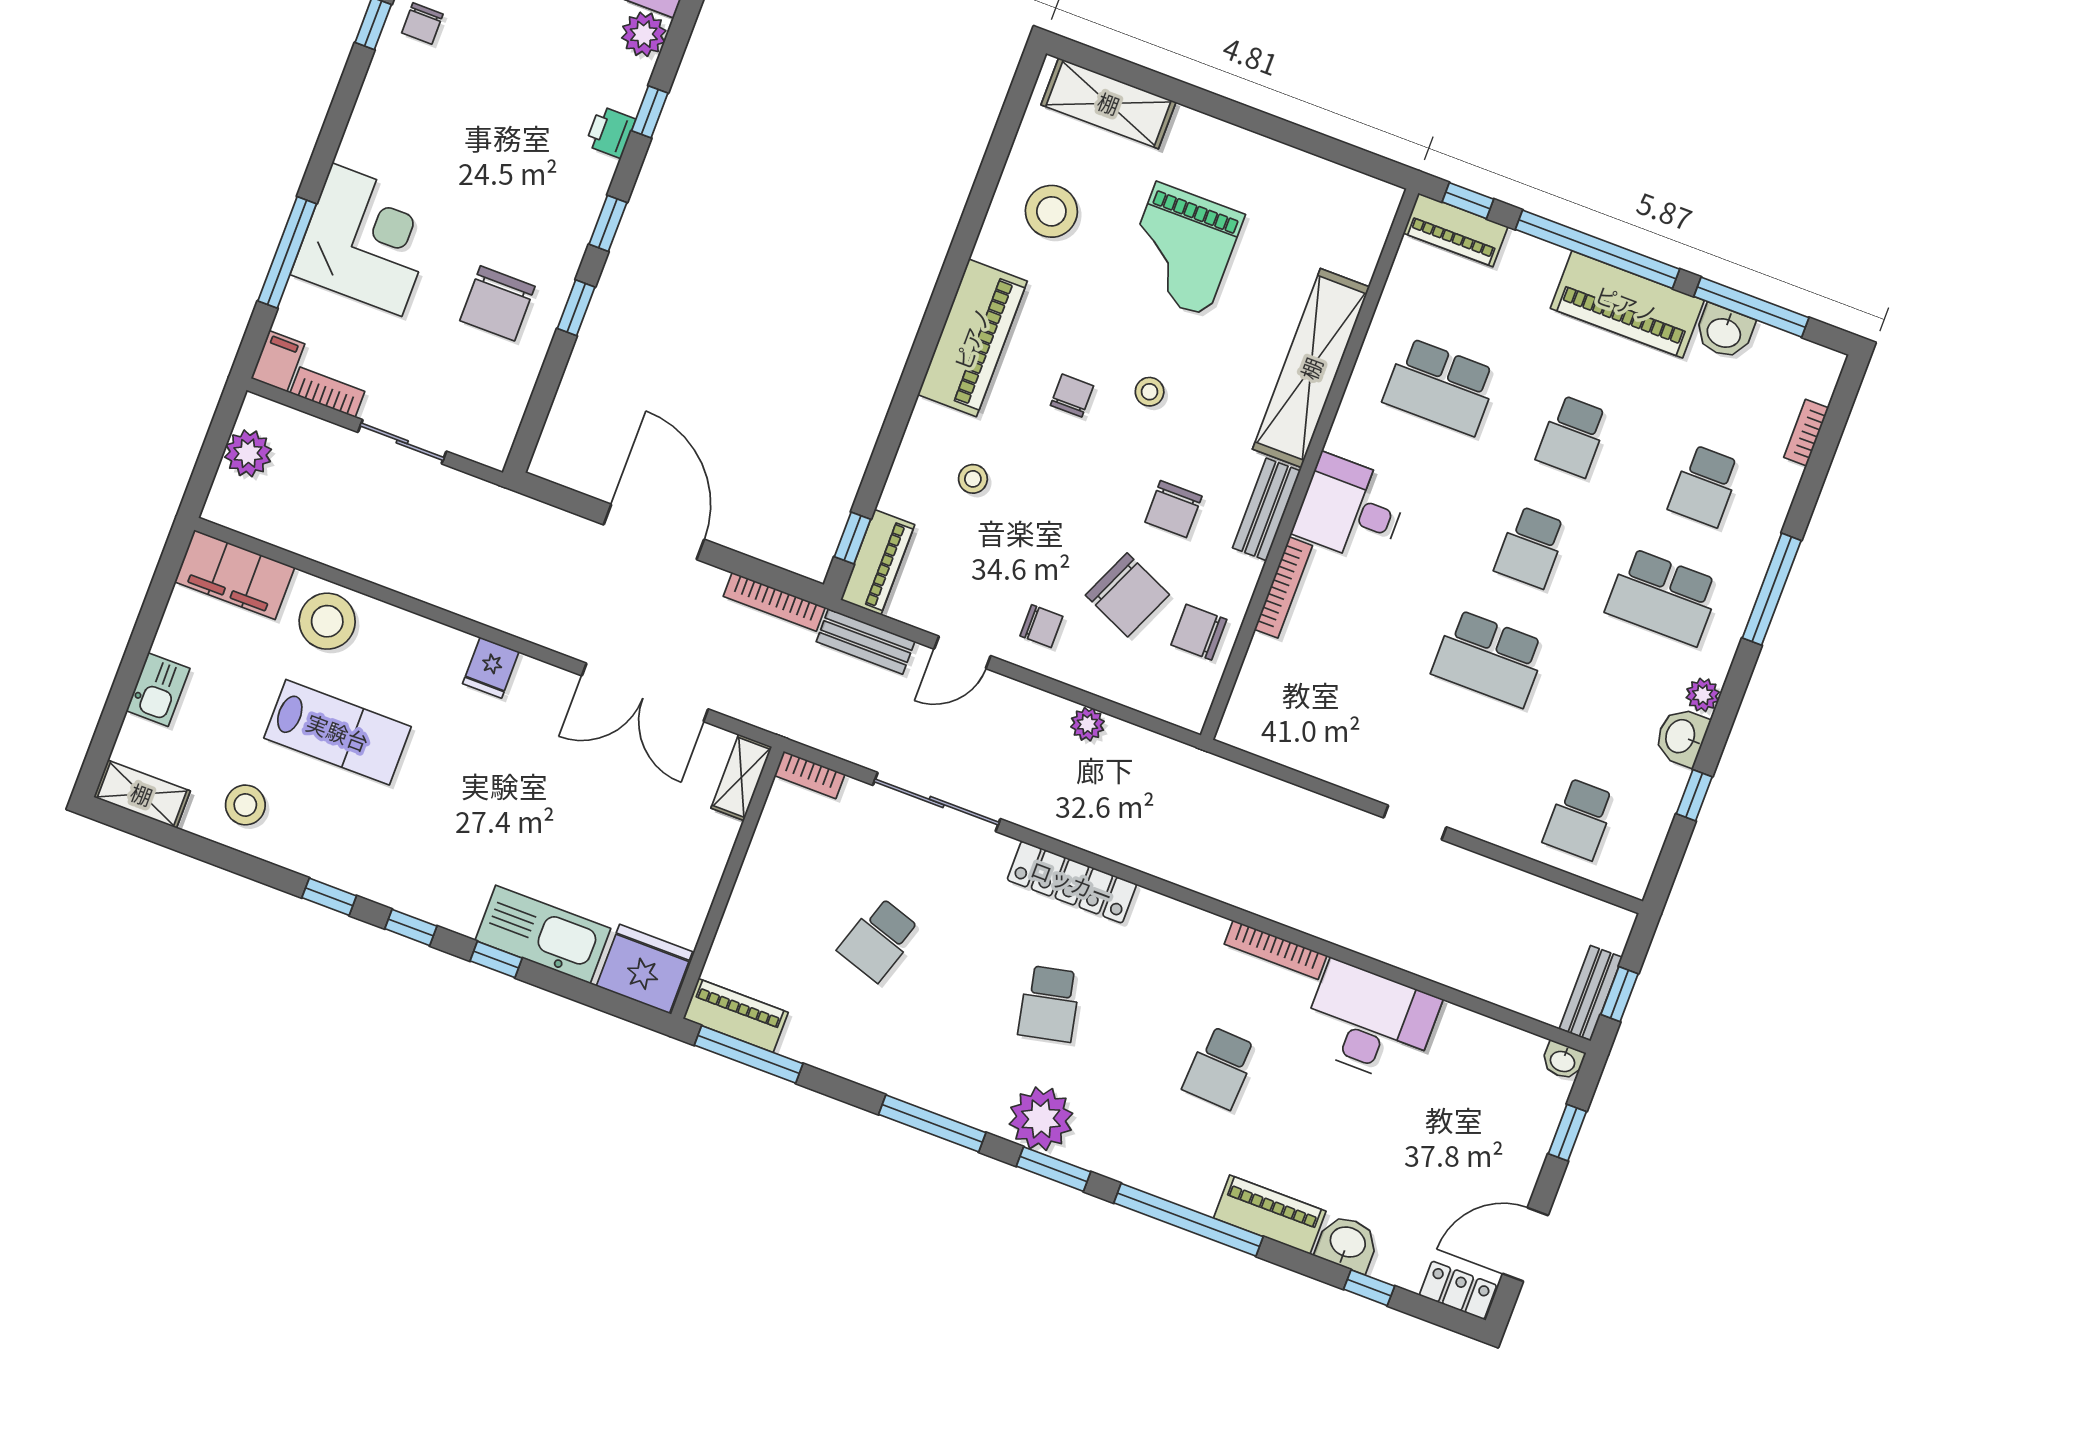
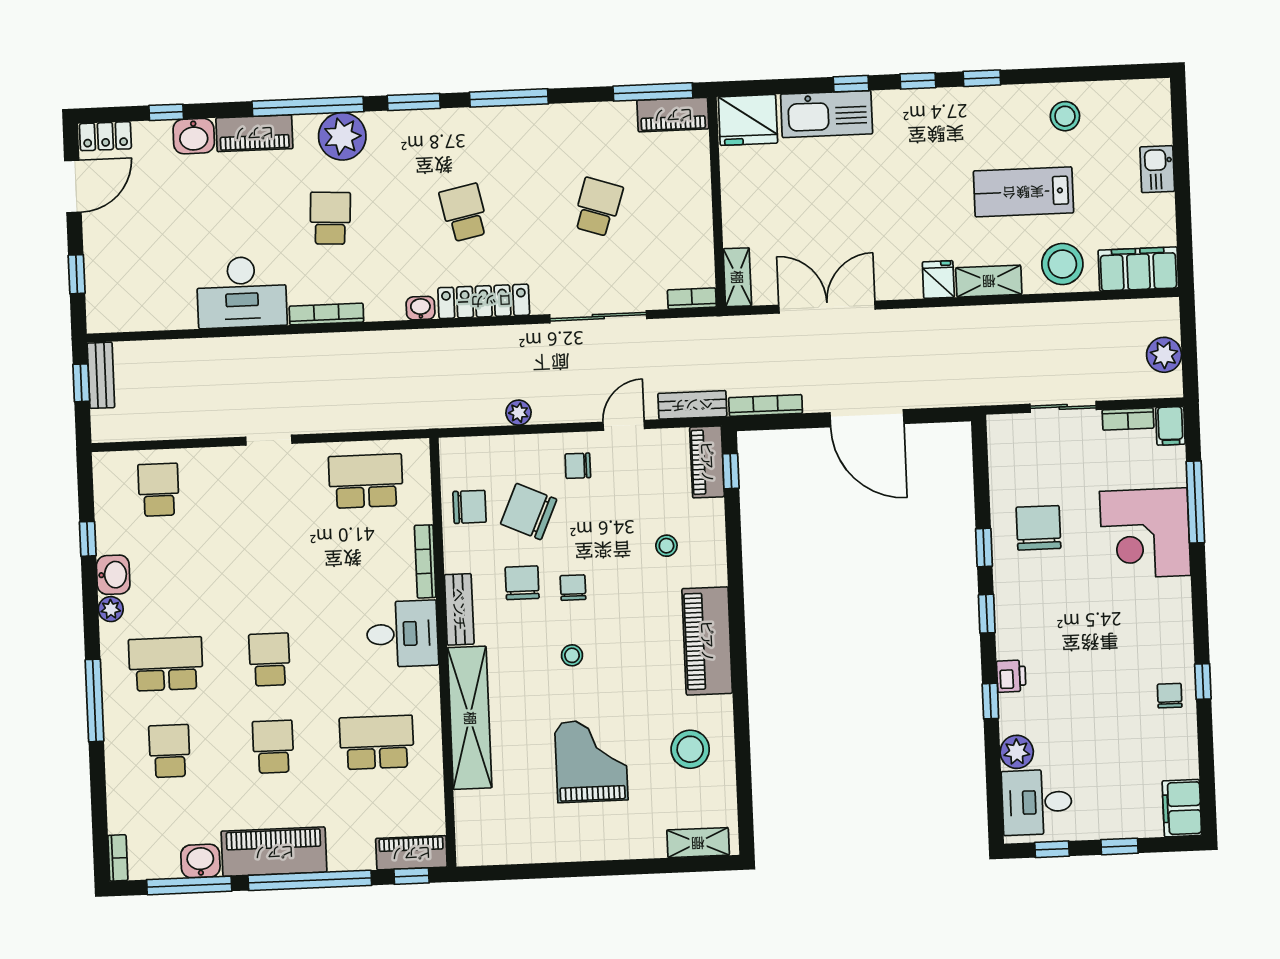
shelving: (1109, 103) -> (698, 843), width x0.67, depth x0.75
chair: (1072, 396) -> (573, 588), moved, turned 180
bookcase: (1806, 433) -> (118, 858), moved
school desk: (1489, 658) -> (366, 481), moved
shelving: (142, 794) -> (989, 281), moved
washbasin: (1563, 1061) -> (421, 308), moved
plant: (1041, 1119) -> (342, 136), moved

